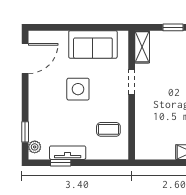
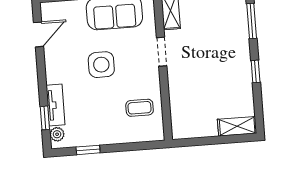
door: (25, 58) -> (38, 34), width x0.73
tv unit: (68, 153) -> (55, 105), moved, turned 90

